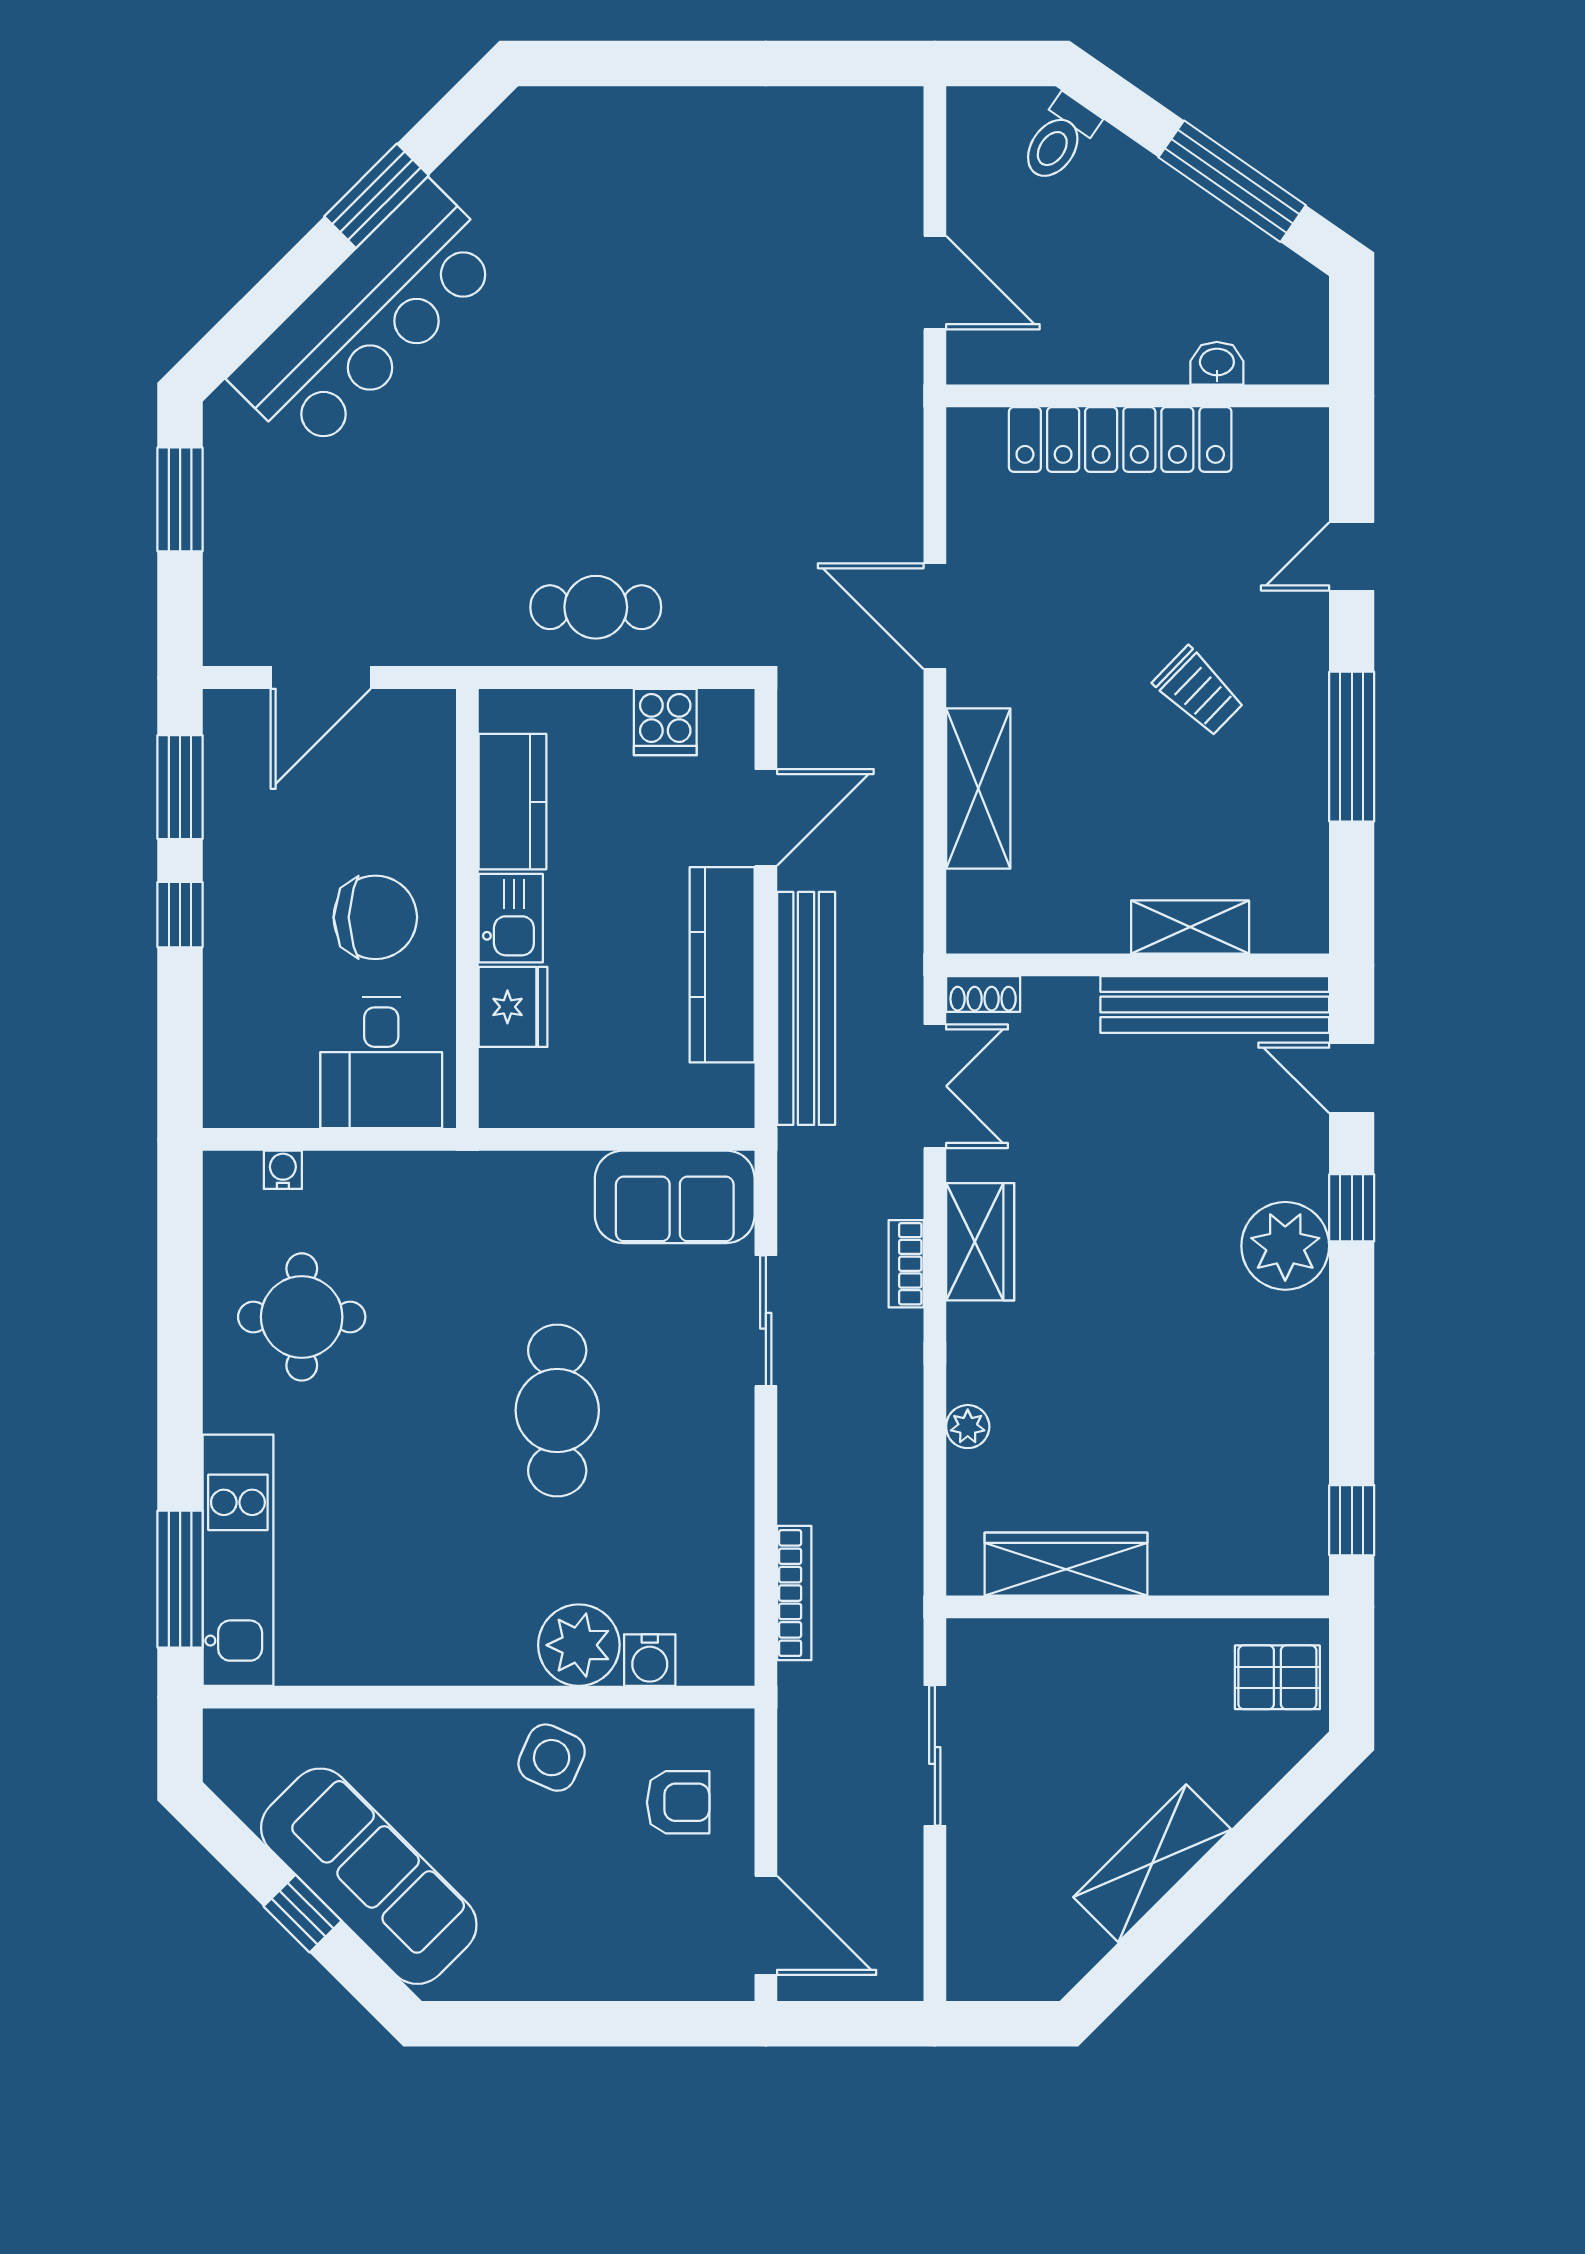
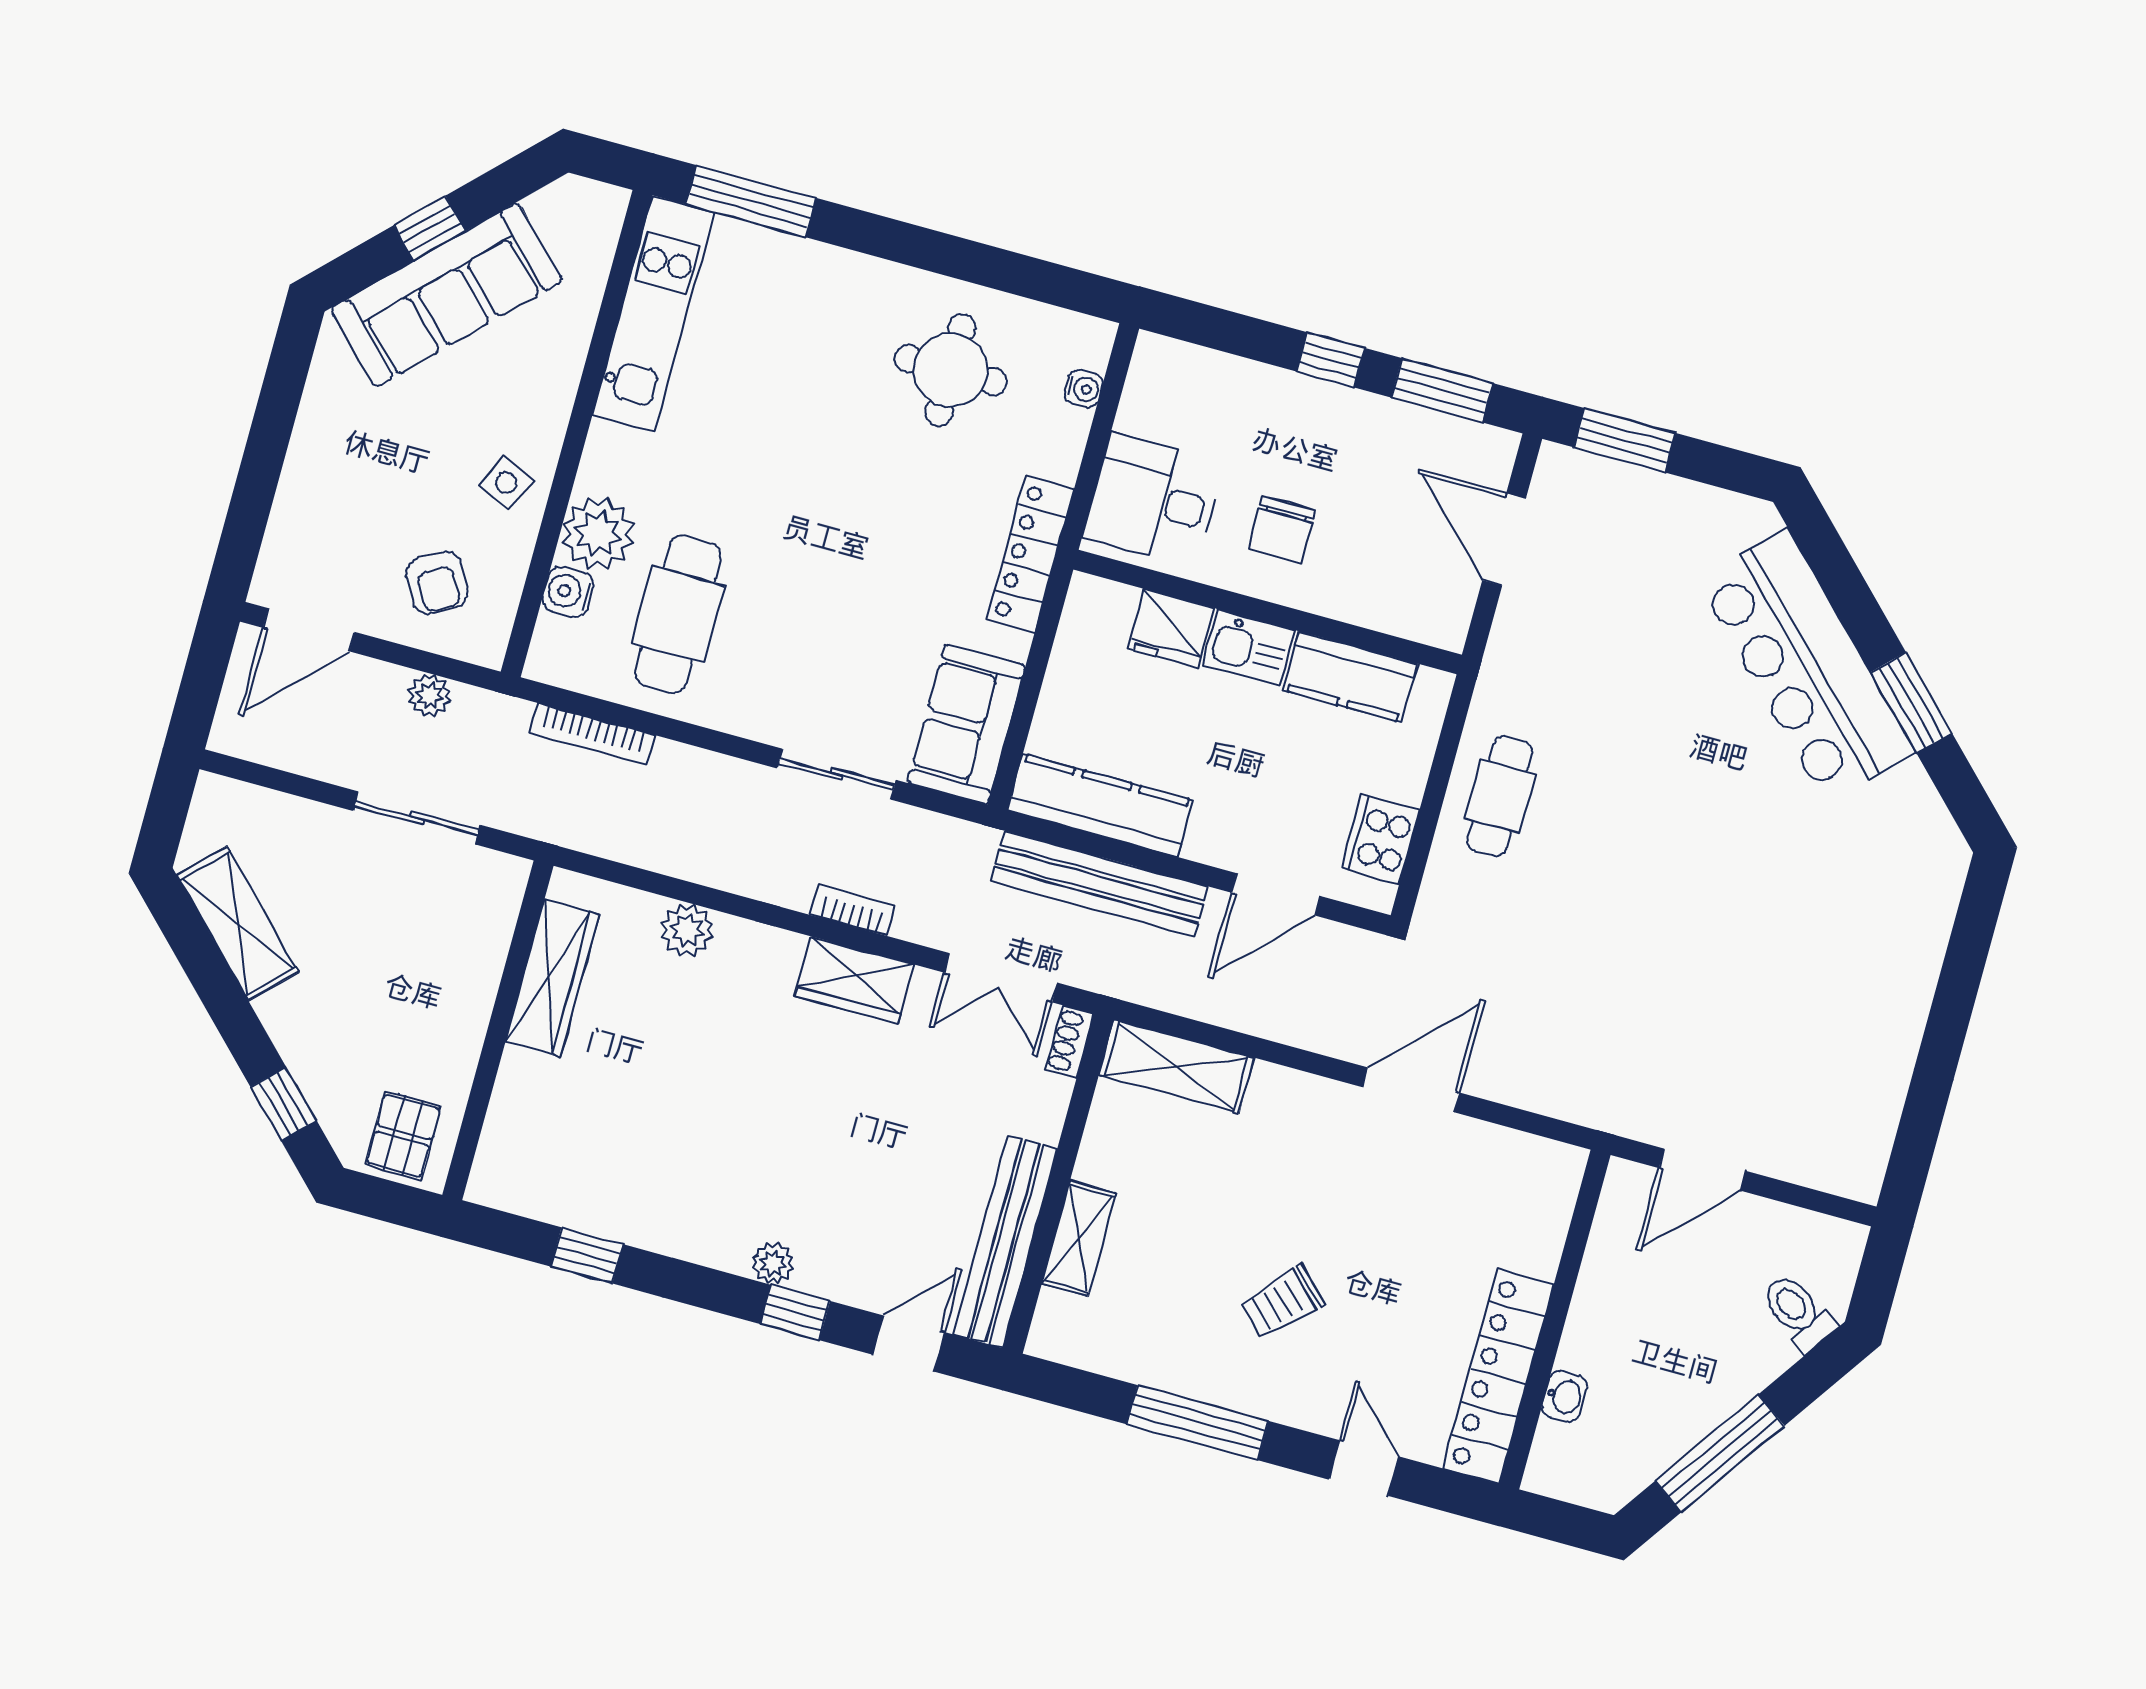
locker: (1120, 439) -> (1498, 1376), moved
window: (180, 499) -> (1625, 440), moved
cooker: (665, 722) -> (1380, 839), width x1.36
shelving: (978, 788) -> (1176, 1066), moved
door: (766, 817) -> (1276, 894), hinge flipped
chair: (375, 917) -> (1282, 530), width x0.73, depth x0.73
kitchen counter: (722, 965) -> (1100, 805), moved
locker: (475, 1178) -> (1031, 554), added
plant: (1285, 1246) -> (773, 1263), width x0.53, depth x0.53
cafe table: (557, 1410) -> (678, 614), moved, turned 90
plant: (968, 1427) -> (687, 930), width x1.38, depth x1.38
window: (1352, 1520) -> (587, 1255), moved
kitchen unit: (238, 1560) -> (653, 313), moved, turned -90
side table: (552, 1758) -> (506, 483), width x0.73, depth x0.73
plant: (801, 1778) -> (429, 696), added
armchair: (678, 1802) -> (437, 583), turned -30
window: (1279, 1814) -> (284, 1104), added
shelving: (1152, 1863) -> (237, 924), moved

